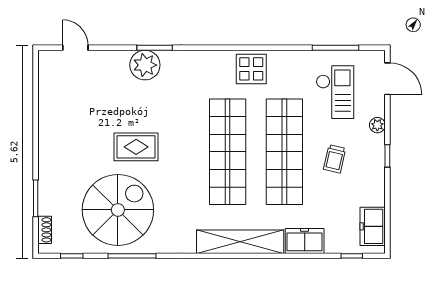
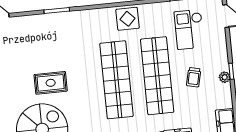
plant: (145, 65) -> (51, 24), removed
checkout: (335, 92) -> (189, 29), turned 180
plant: (377, 125) -> (225, 77), moved

